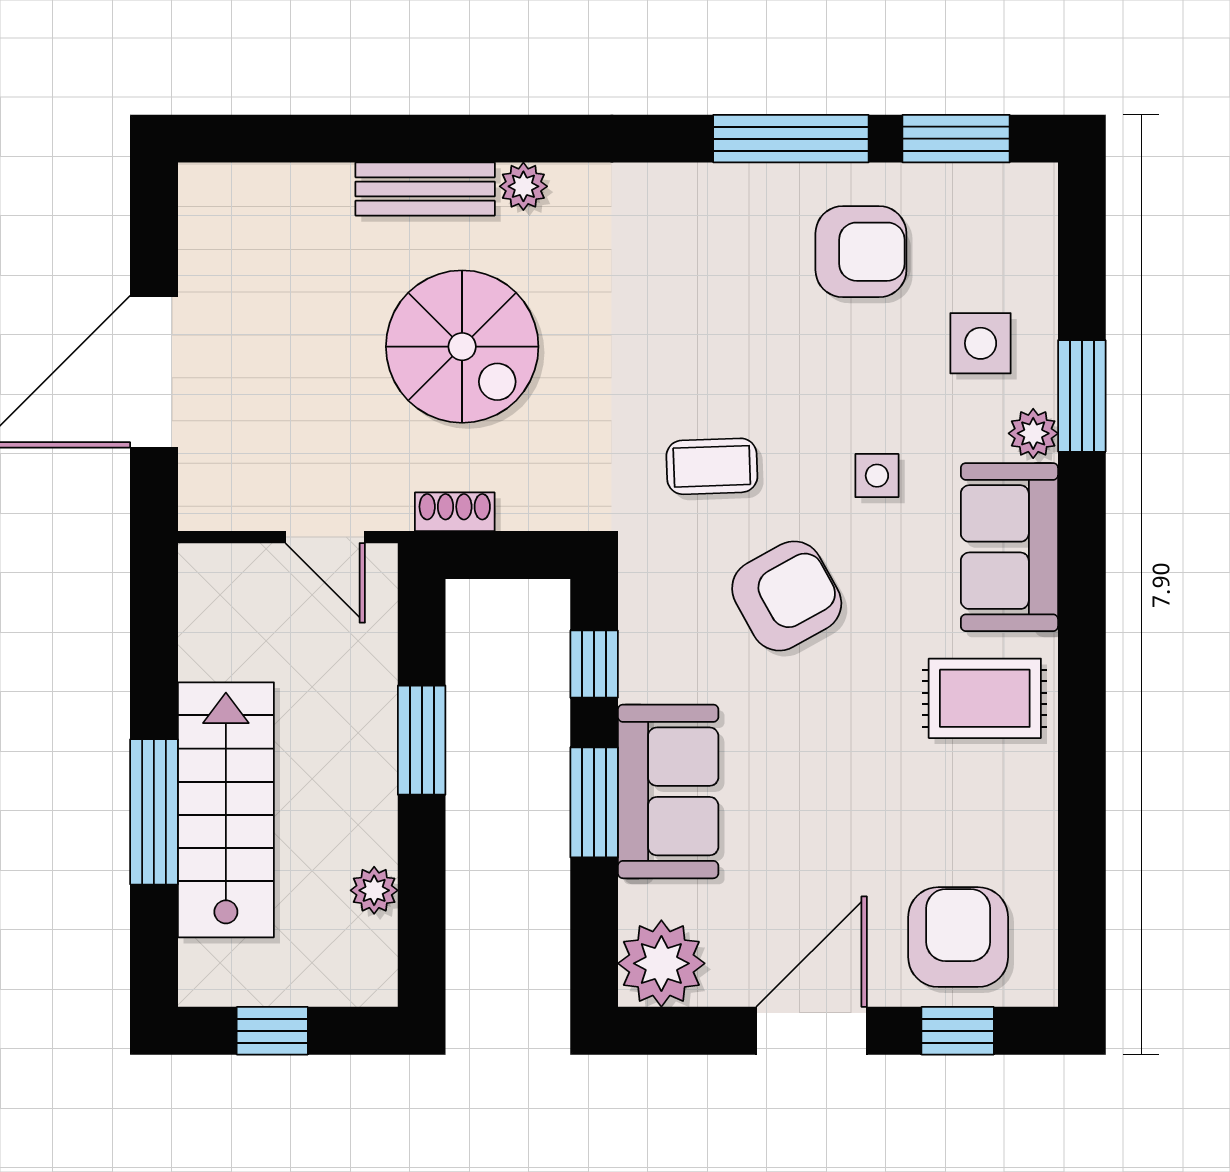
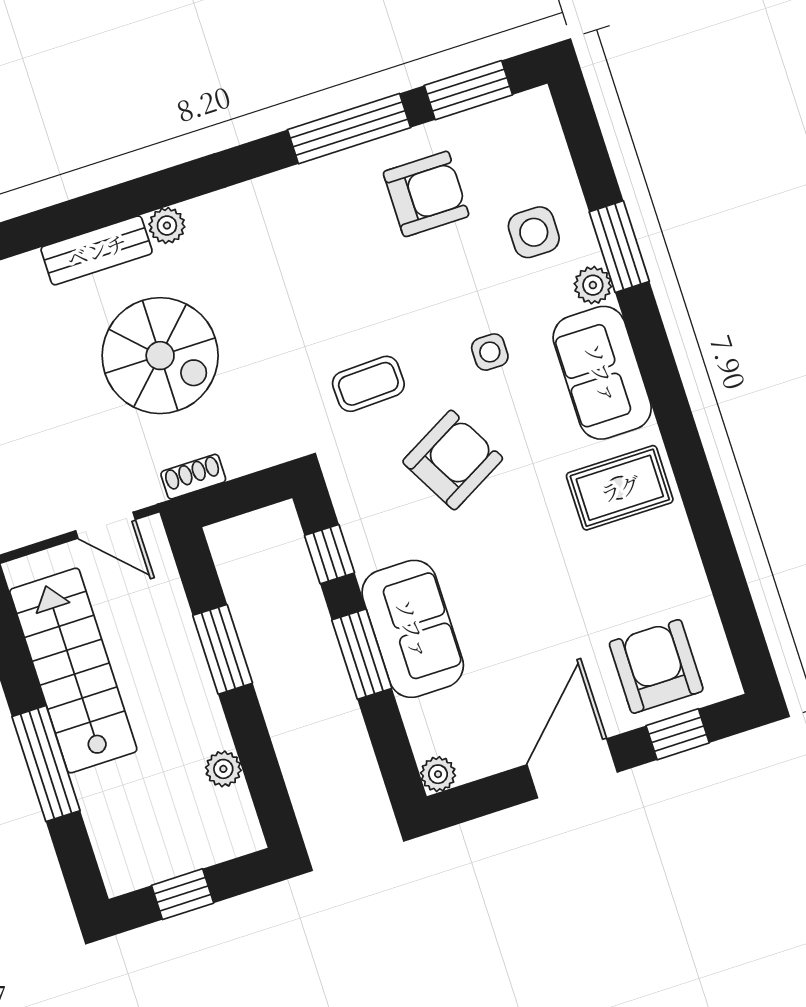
stairs: (226, 810) -> (73, 671), moved
plant: (661, 963) -> (438, 774), width x0.53, depth x0.53

